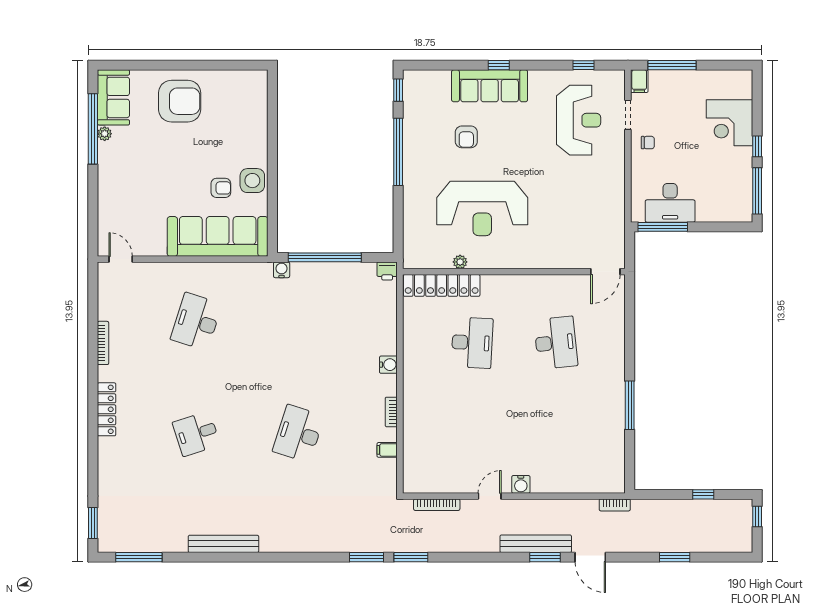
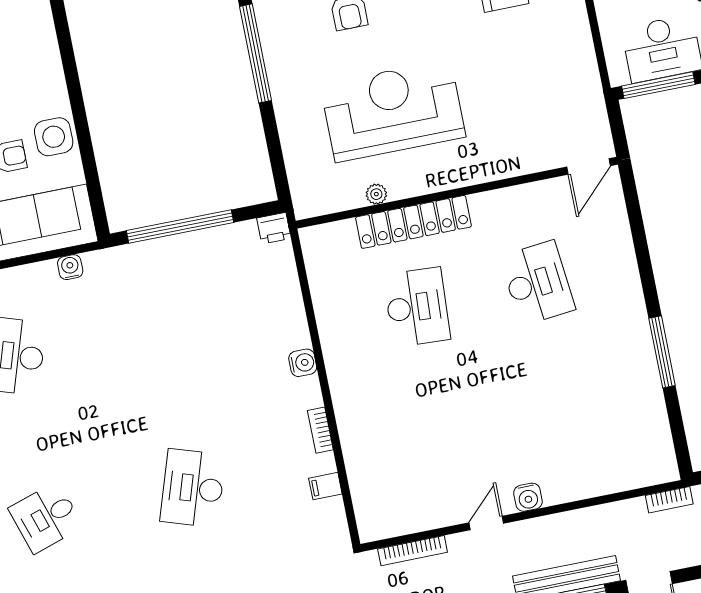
reception desk: (482, 209) -> (393, 111), turned 180
water cooler: (282, 270) -> (70, 267), moved
locker: (442, 285) -> (413, 222), moved

